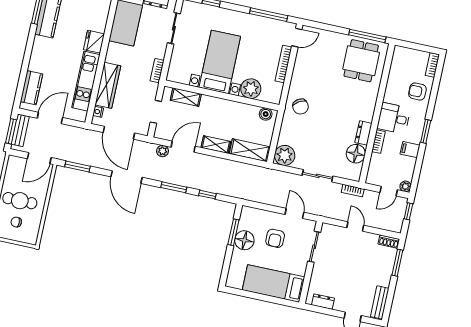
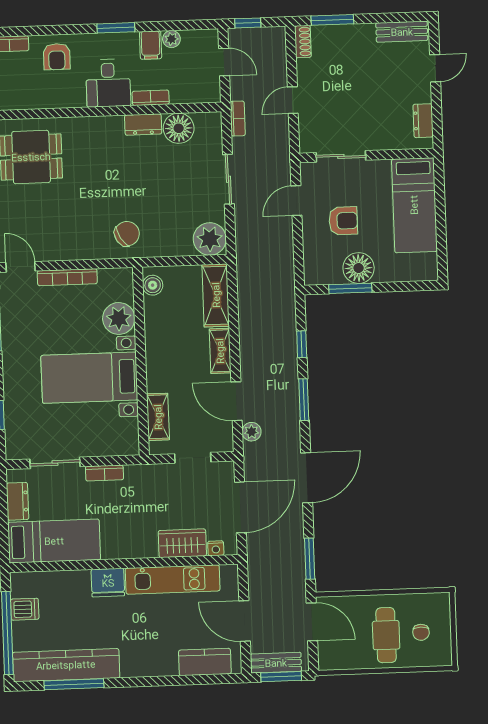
bookcase: (157, 71) -> (104, 473), moved
wardrobe: (108, 85) -> (182, 543), width x0.67
plant: (405, 186) -> (171, 39), moved

